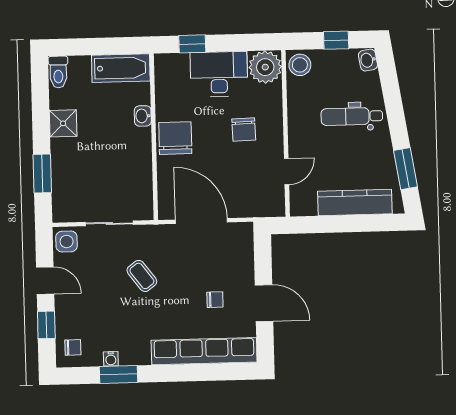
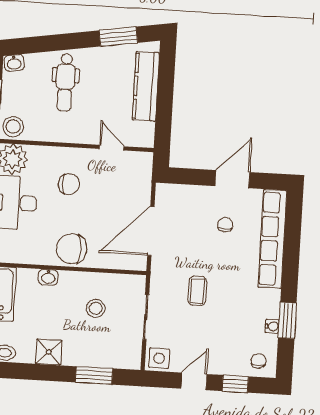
stool: (114, 169) -> (96, 308), added
coffee table: (142, 276) -> (197, 291), turned -53

